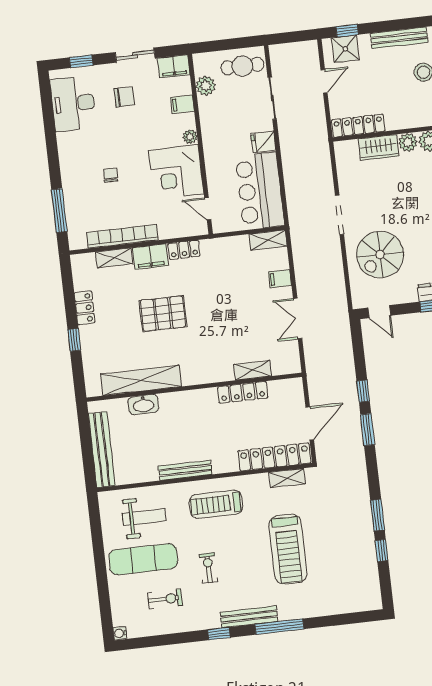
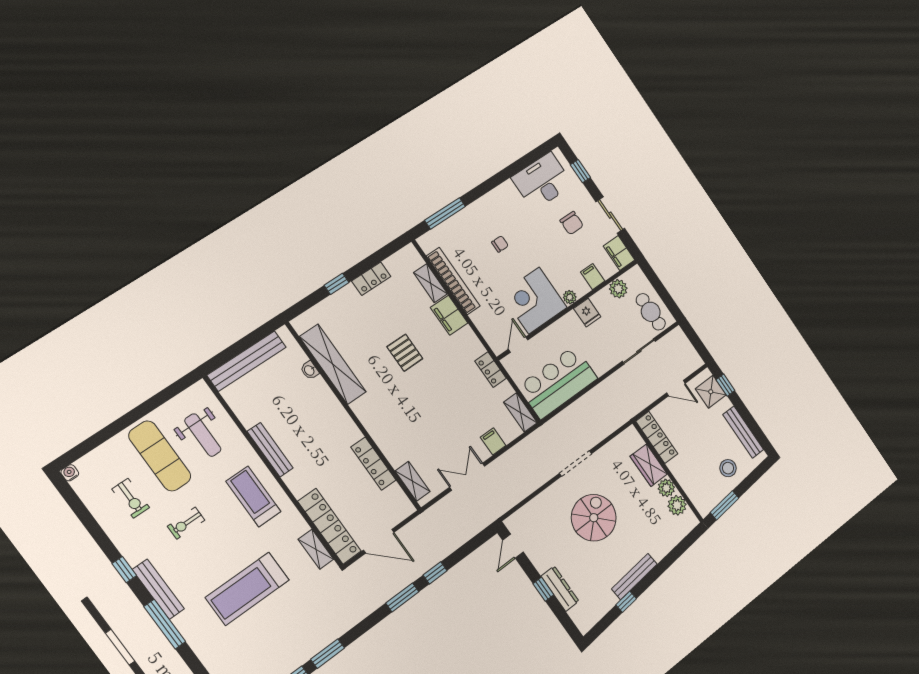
fridge: (263, 142) -> (587, 313), moved, turned 180
locker: (184, 250) -> (491, 370), moved
spiral stairs: (380, 255) -> (594, 518), moved, turned 90
pallet: (163, 314) -> (405, 353), width x0.67, depth x0.71
shelving: (253, 370) -> (412, 481), moved
washbasin: (143, 404) -> (310, 370), width x0.52, depth x0.69
exercise bike: (208, 568) -> (186, 523), turned 180

